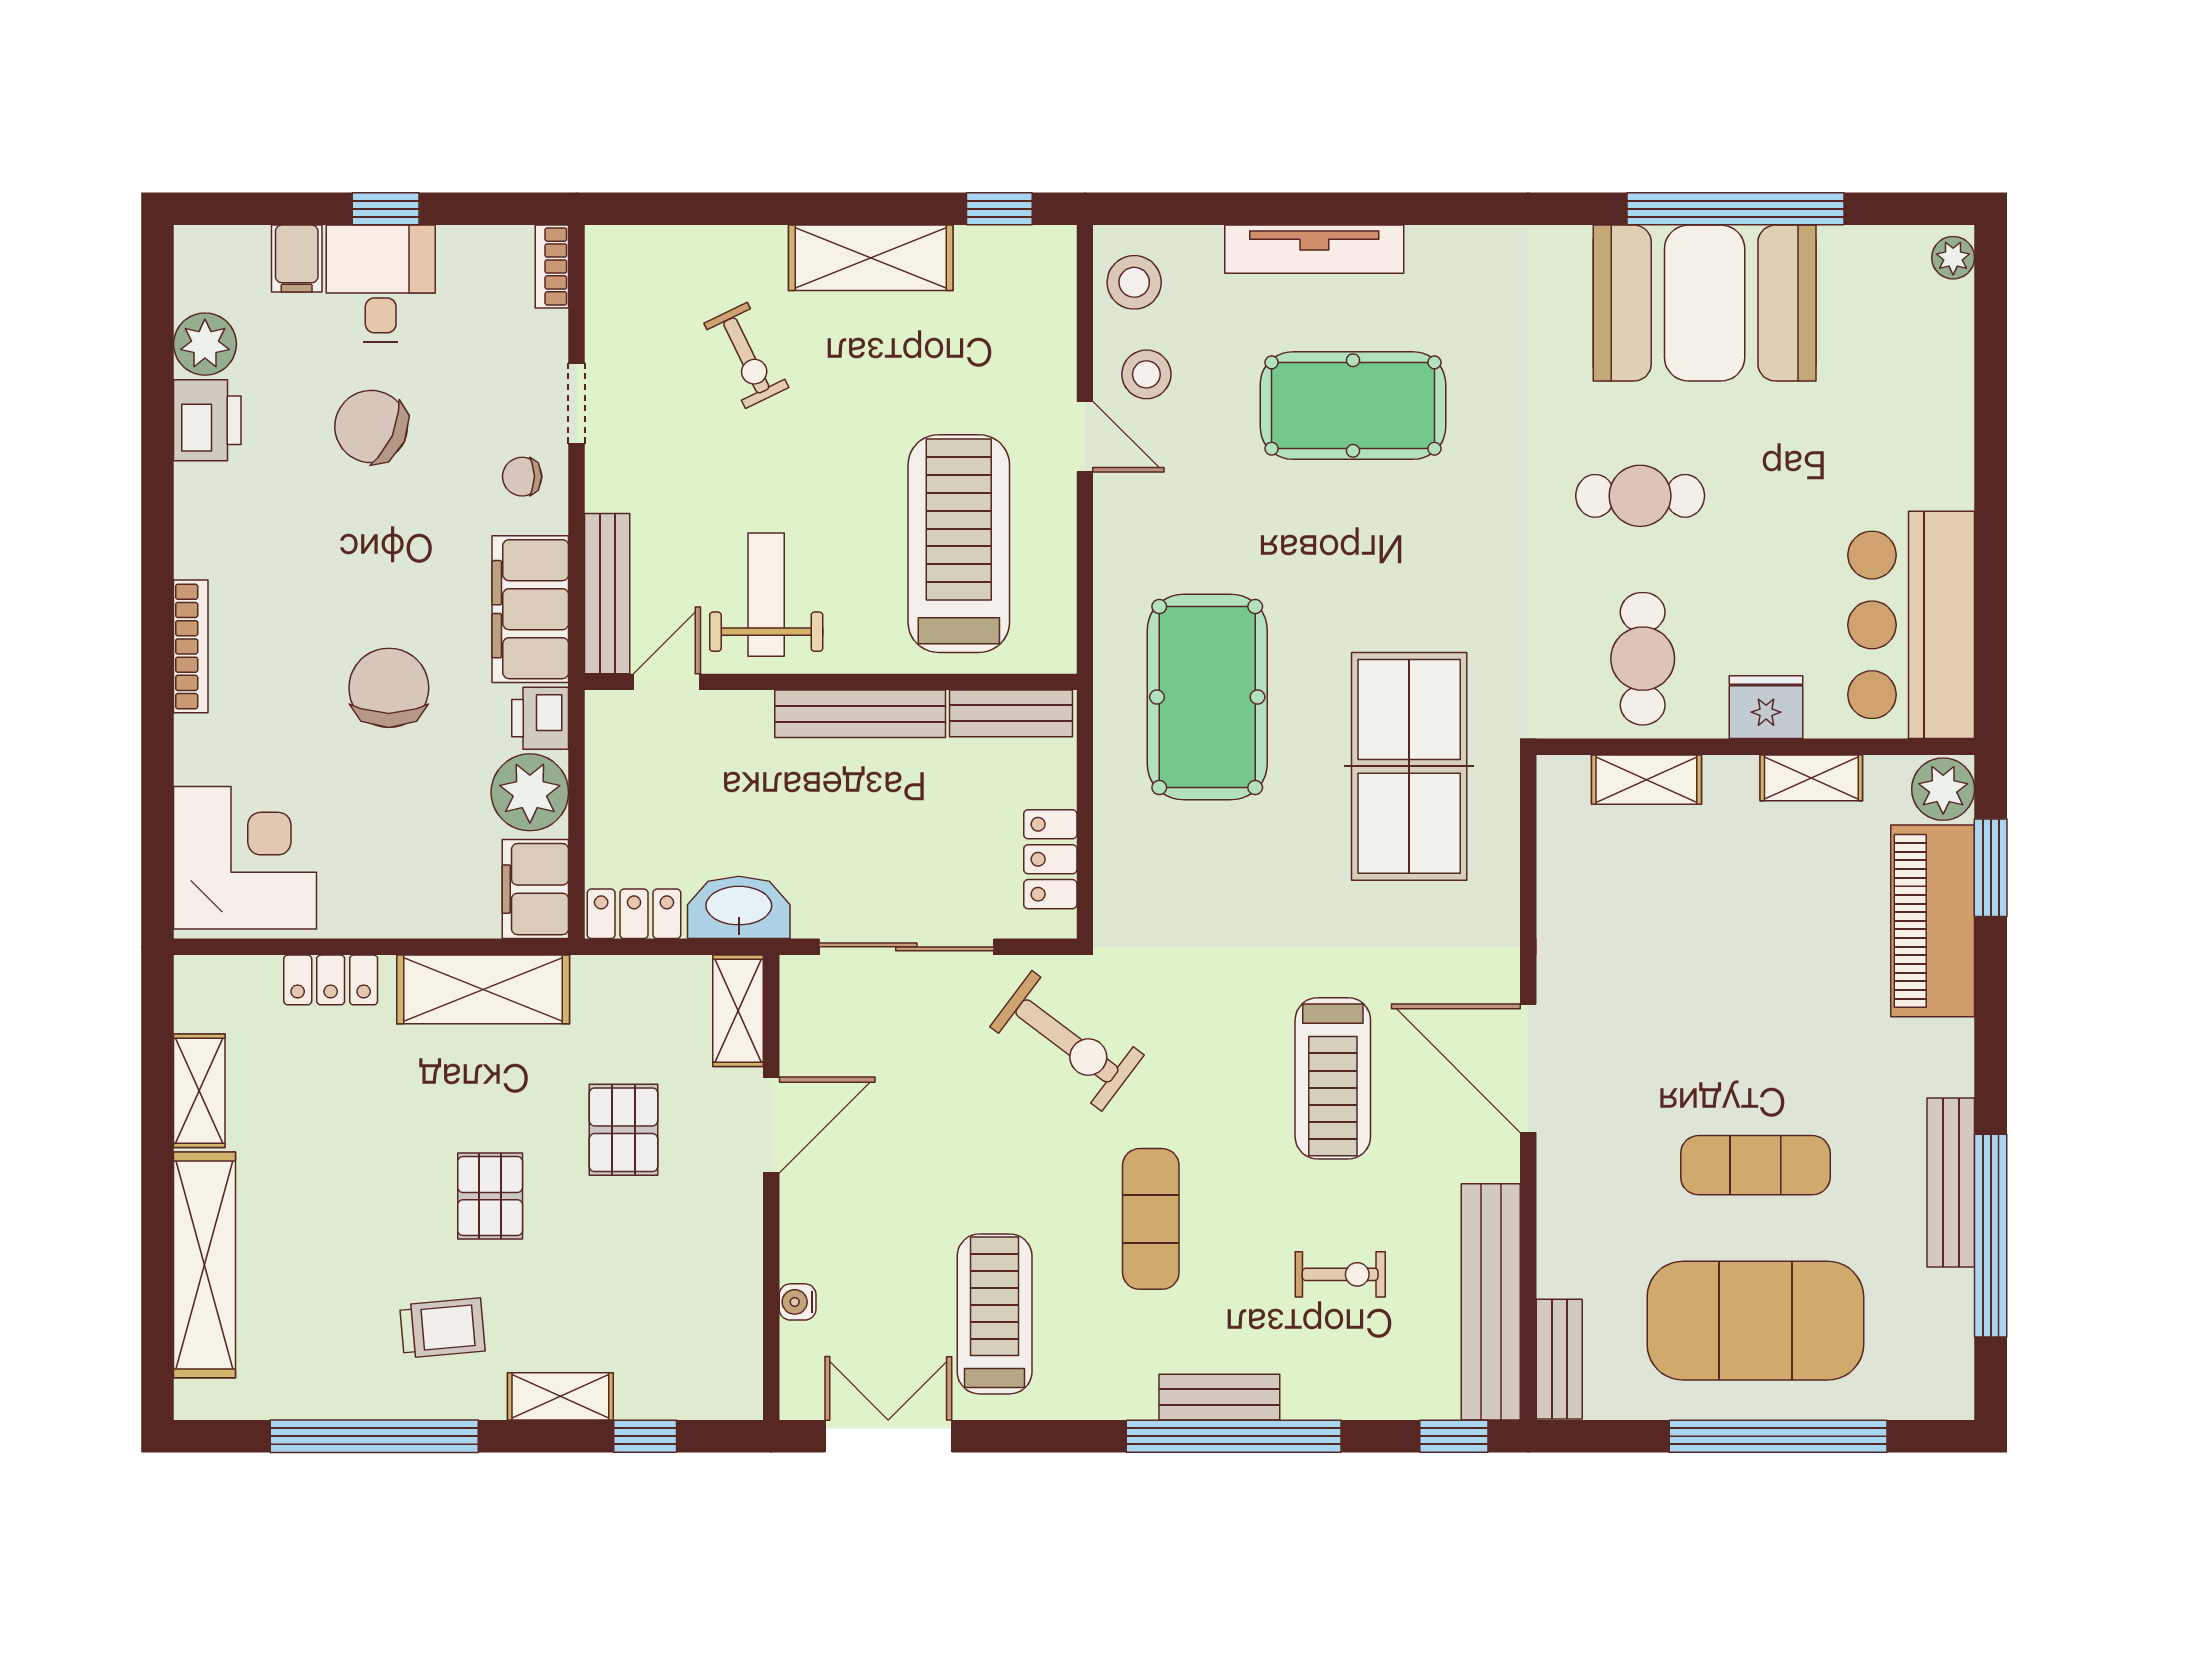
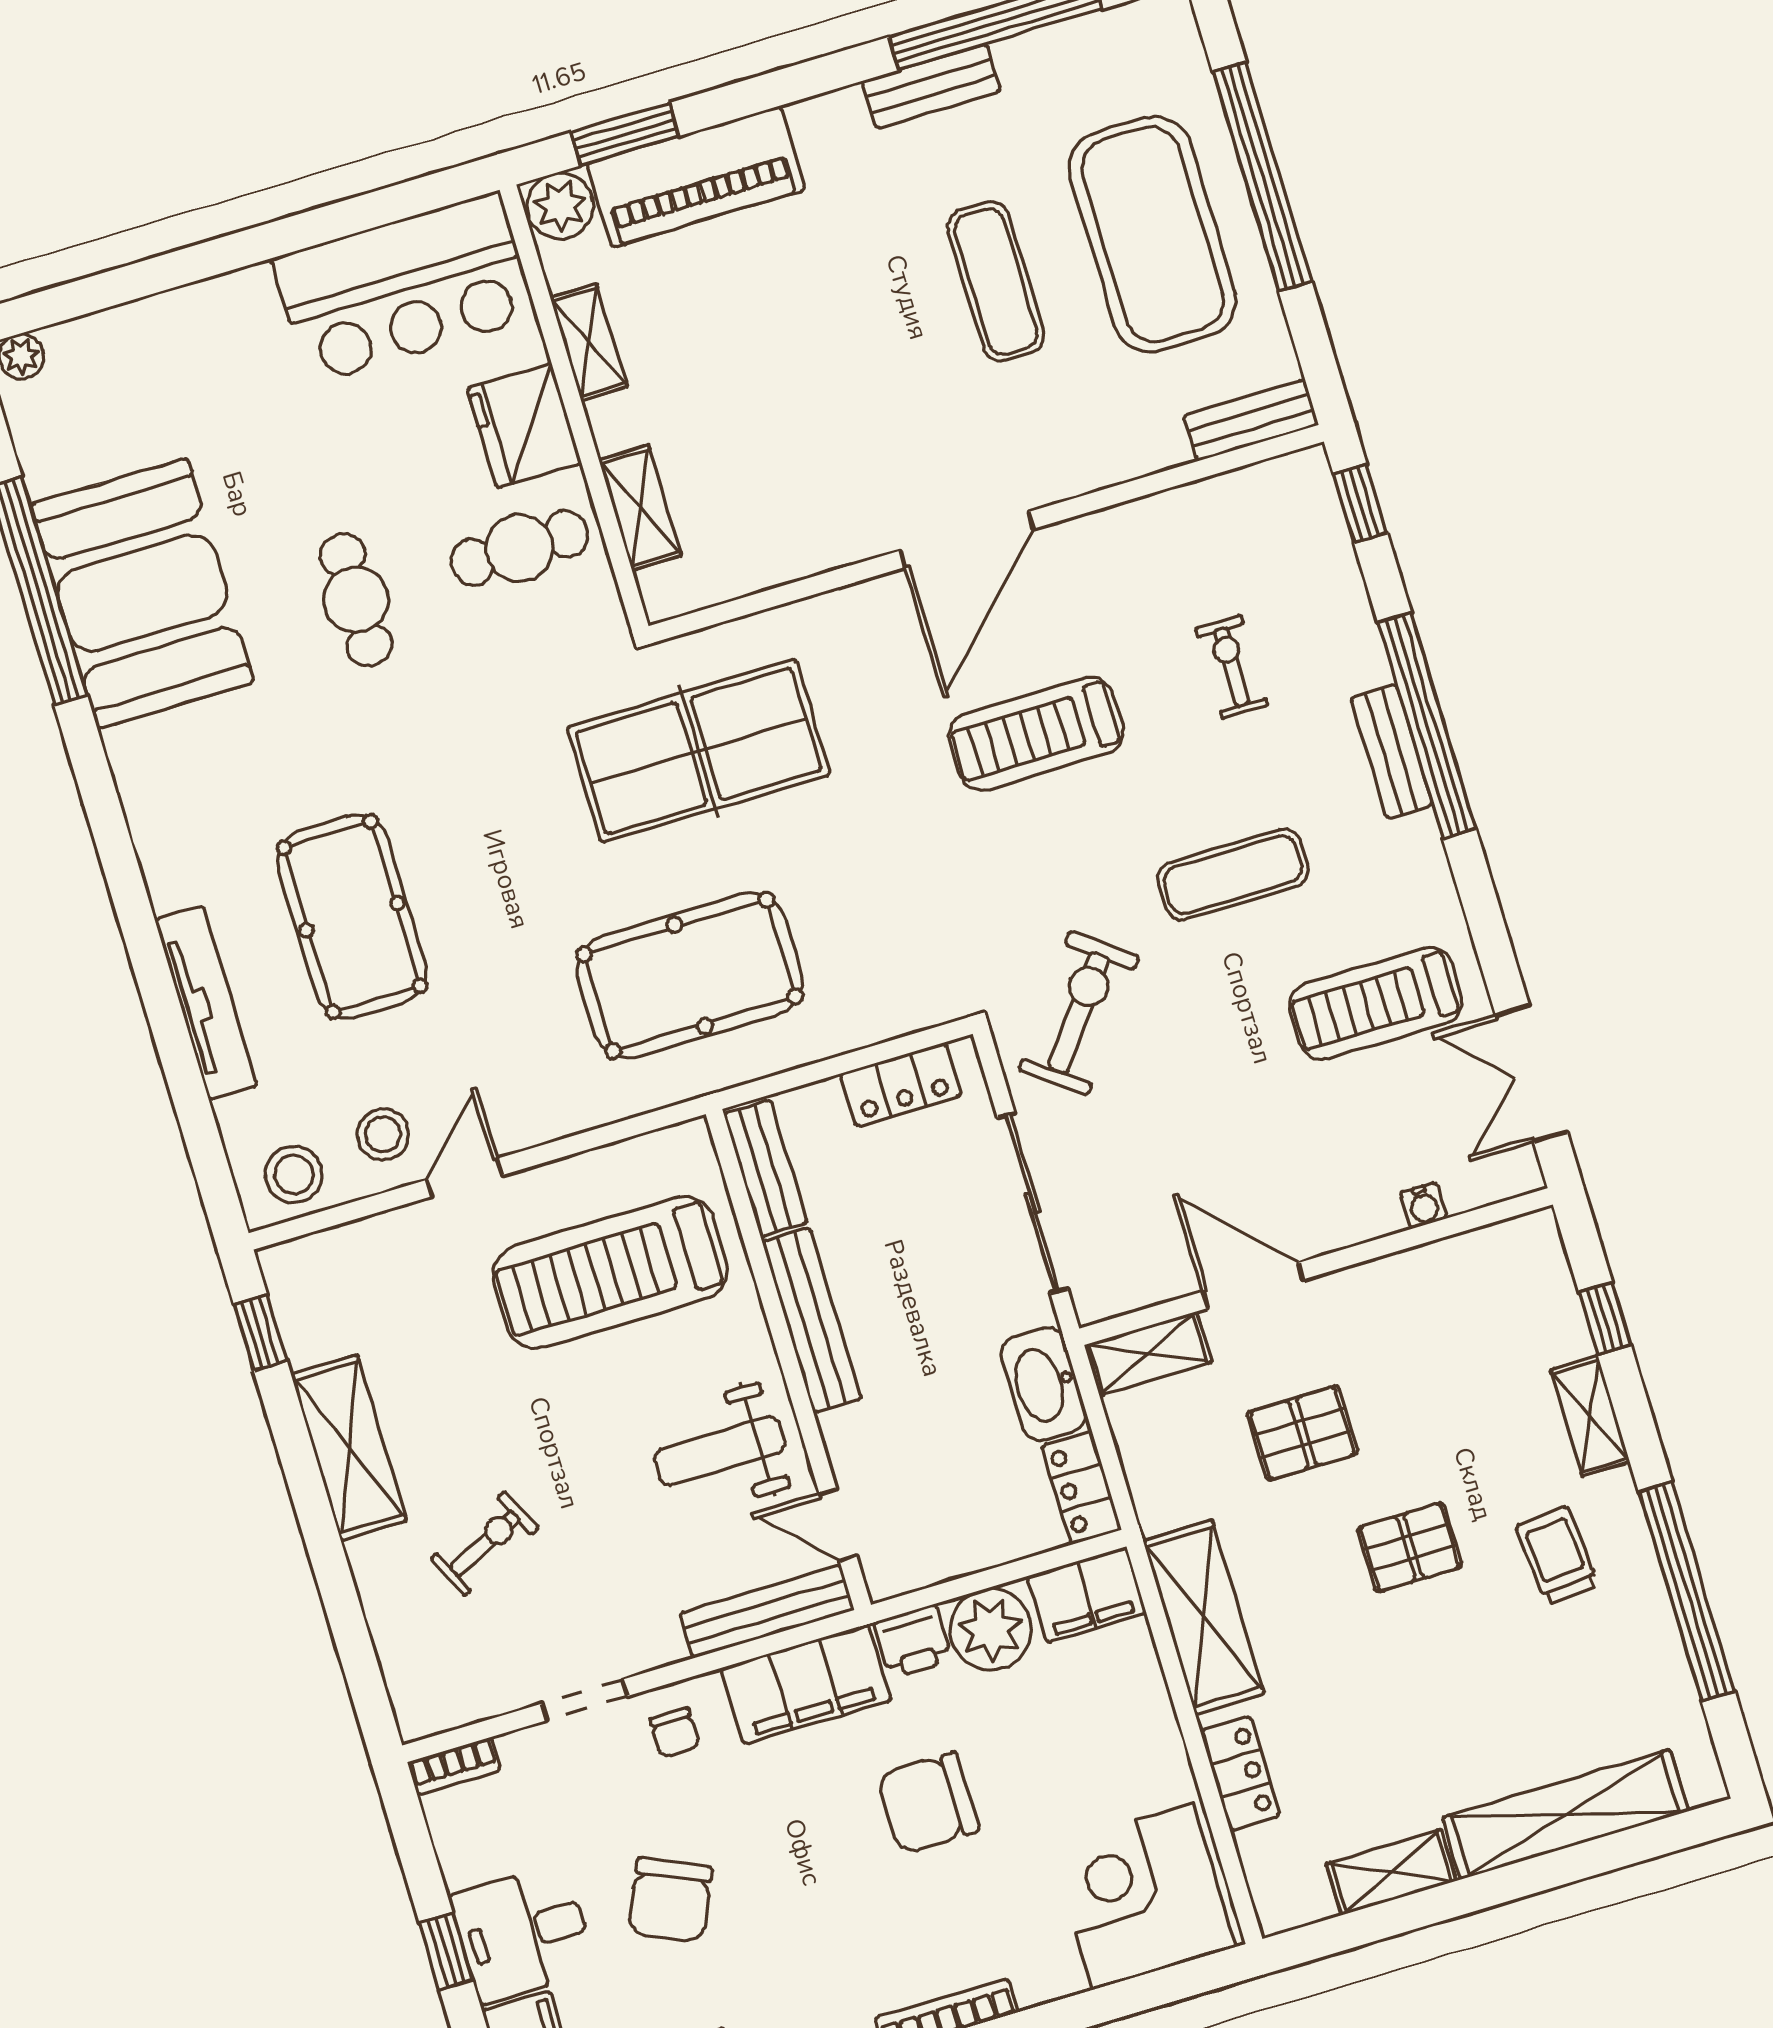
fridge: (1766, 707) -> (524, 426), width x1.36, depth x1.34
treadmill: (1333, 1078) -> (1036, 734), turned 180
bench: (1951, 1182) -> (931, 86), width x0.73
bench: (1491, 1302) -> (1214, 507), removed

